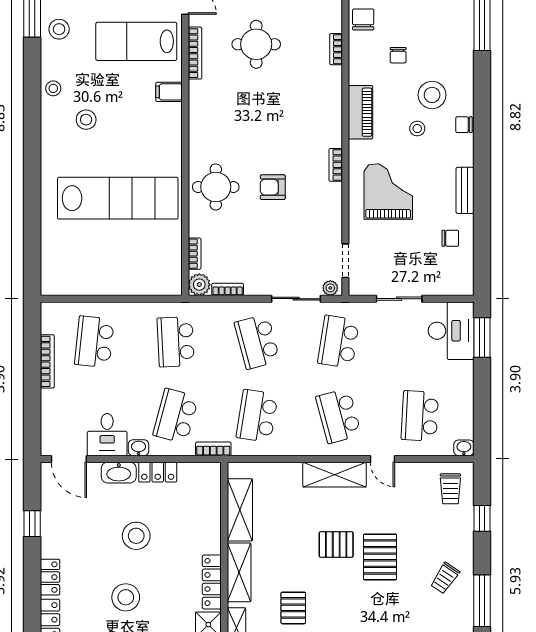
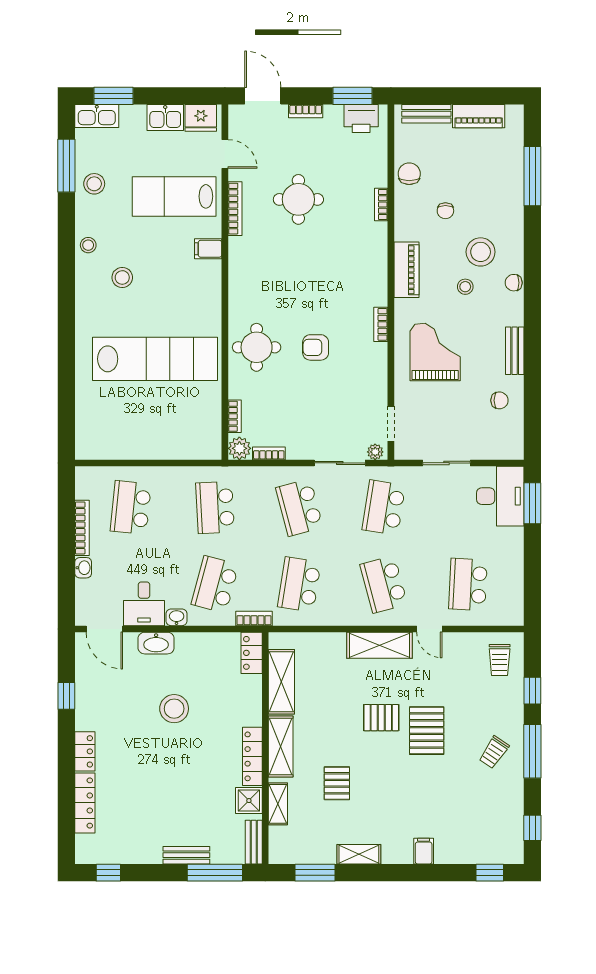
washbasin: (464, 448) -> (83, 568), moved, turned 90
locker: (158, 472) -> (252, 653), moved, turned 90
stool: (126, 597) -> (163, 772), removed
window: (482, 601) -> (532, 751), moved

